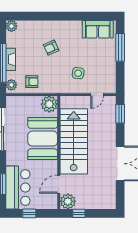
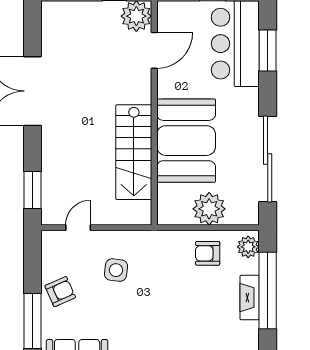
armchair: (51, 48) -> (60, 292), moved
plant: (49, 104) -> (209, 209), moved
stairs: (74, 141) -> (134, 152), width x0.73, depth x0.66

